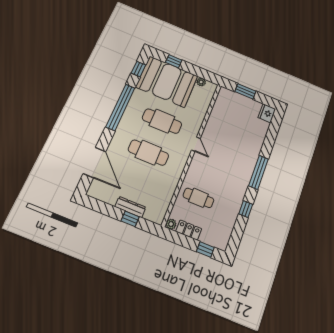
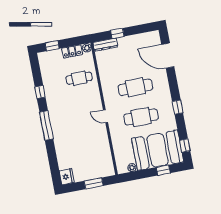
window: (120, 107) -> (178, 107), width x0.32
dresser: (130, 207) -> (105, 45), moved

